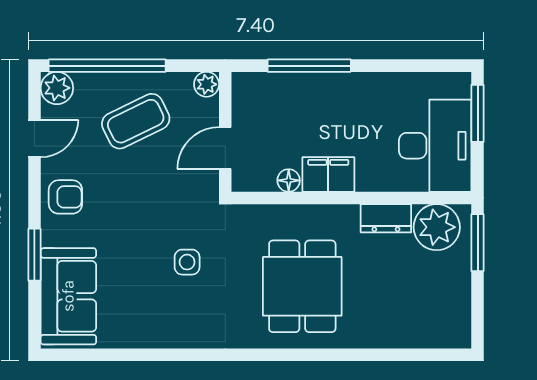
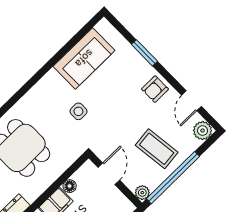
window: (107, 66) -> (173, 178), moved
coffee table: (136, 121) -> (157, 149), turned -71
sofa: (68, 296) -> (84, 58), moved, turned -90

